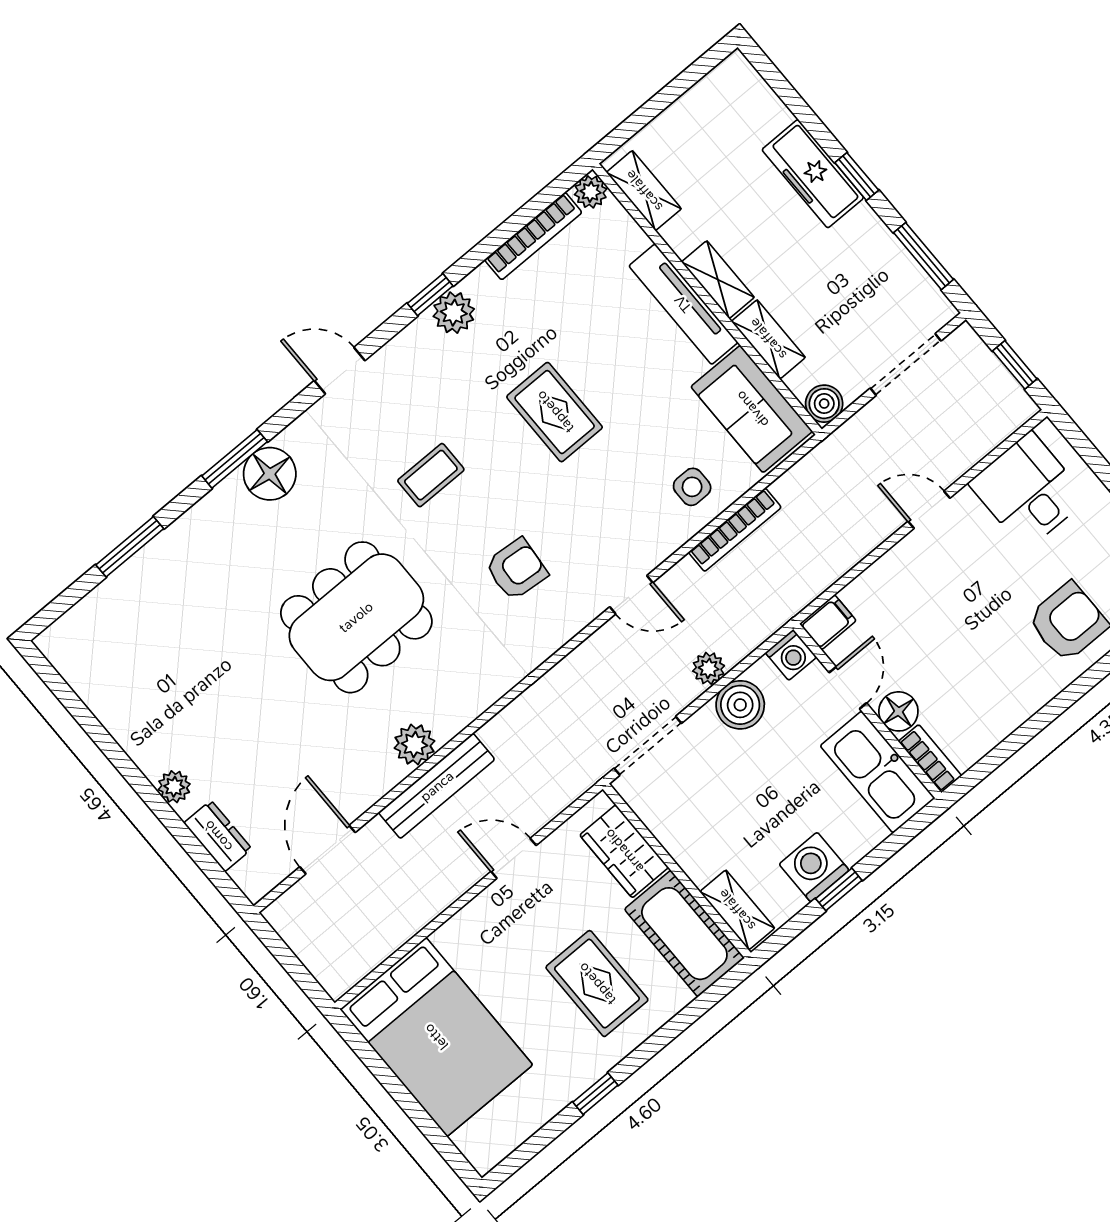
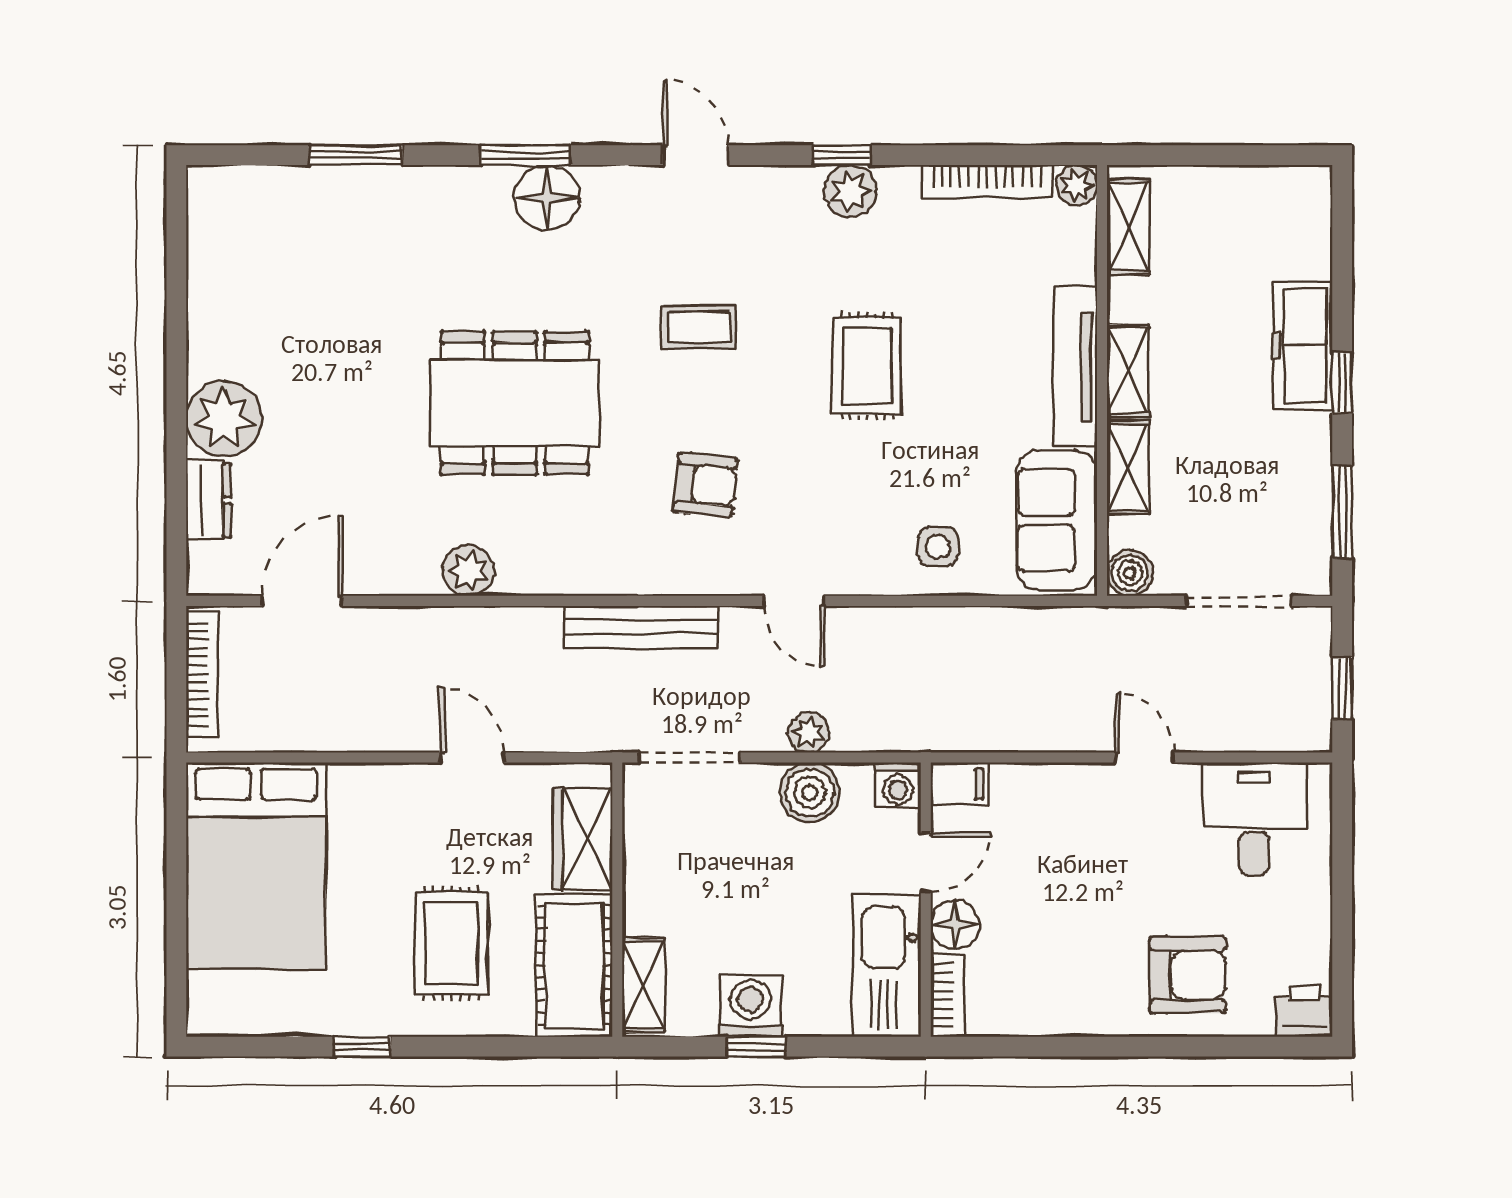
bookcase: (735, 530) -> (202, 674), moved, turned -90
bench: (437, 786) -> (641, 627), moved
plant: (174, 787) -> (224, 419), width x1.87, depth x1.87

